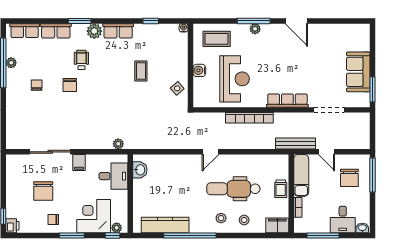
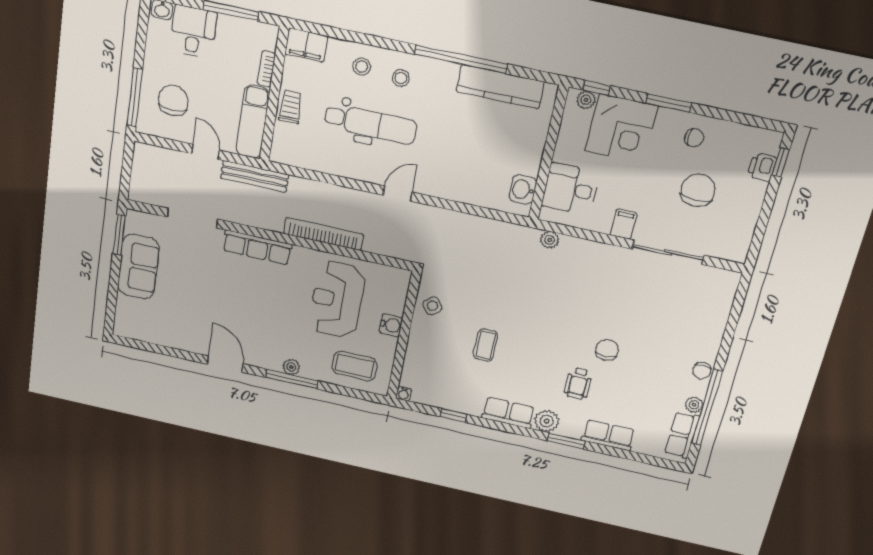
row of seats: (25, 31) -> (682, 435), moved, turned -90
chair: (37, 85) -> (702, 371), moved
printer: (12, 226) -> (762, 167), moved

